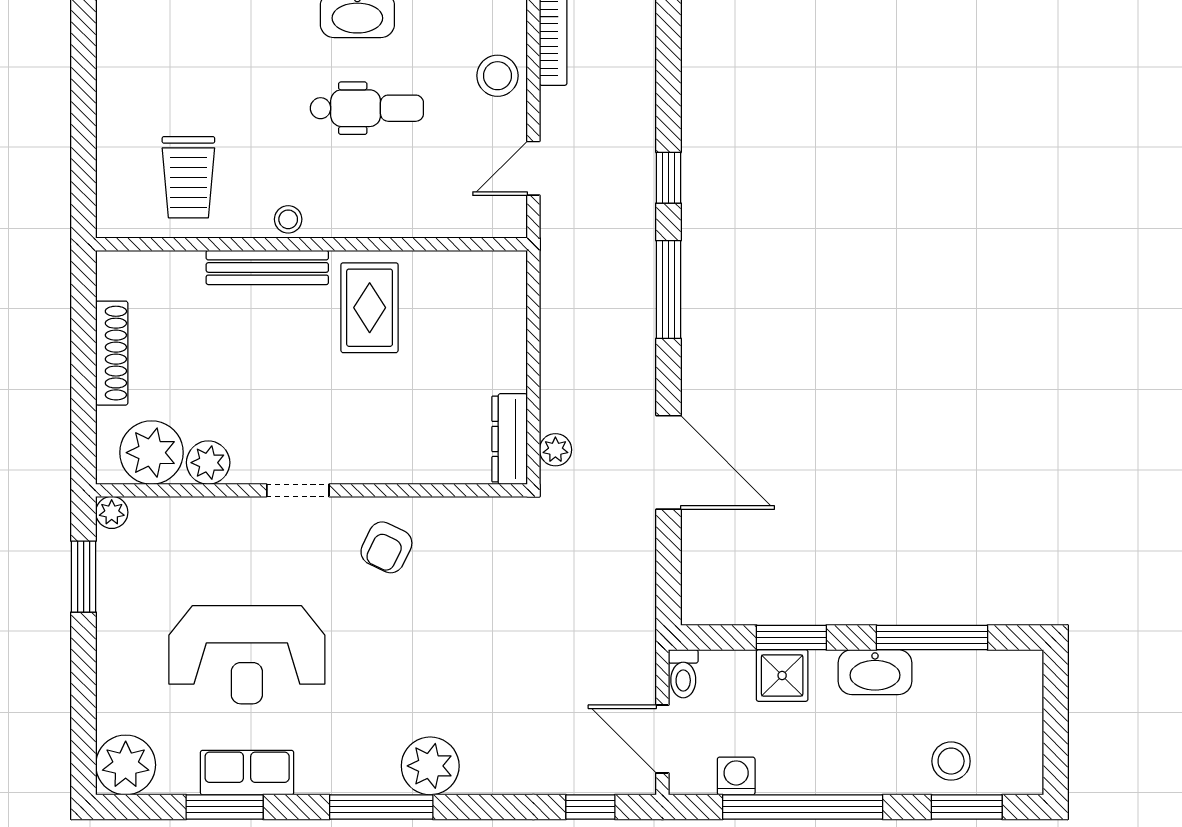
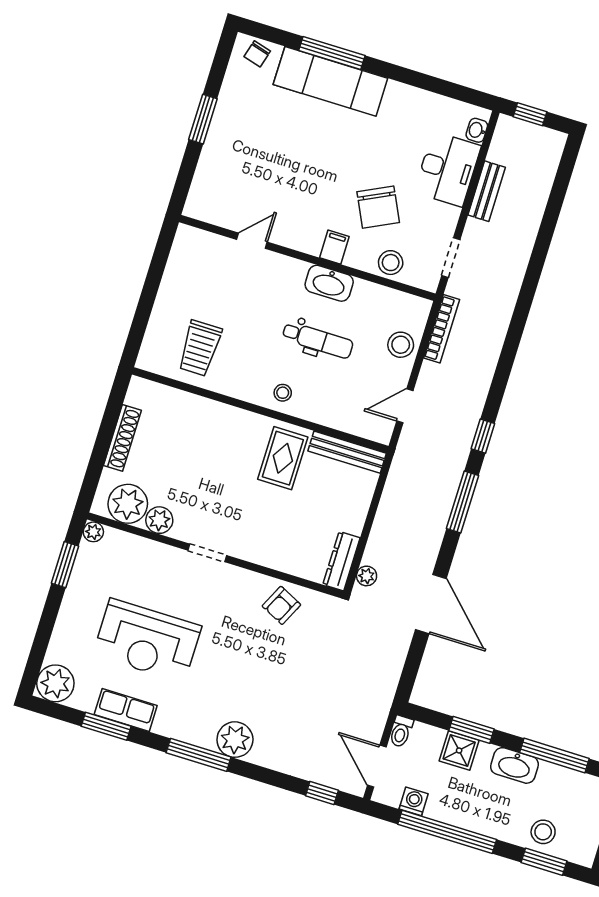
stool: (288, 219) -> (283, 393), moved
bench: (267, 267) -> (347, 452), moved
armchair: (386, 547) -> (281, 605), moved

